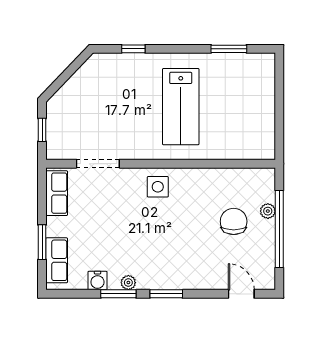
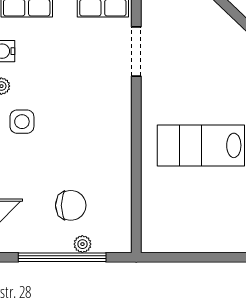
side table: (158, 187) -> (22, 122), moved

